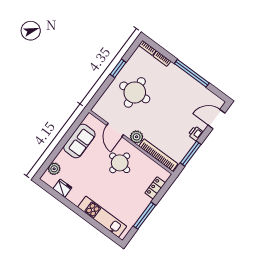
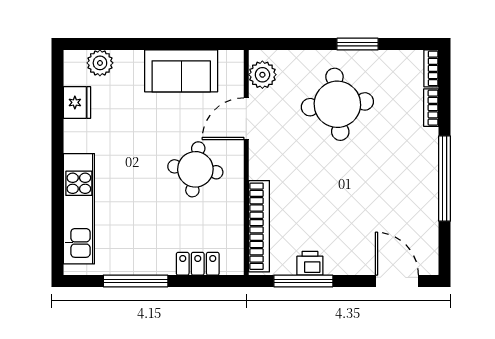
printer: (196, 133) -> (310, 263), moved
plant: (137, 137) -> (262, 75), moved

